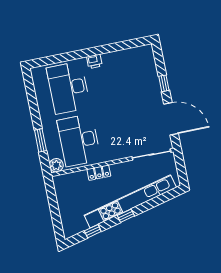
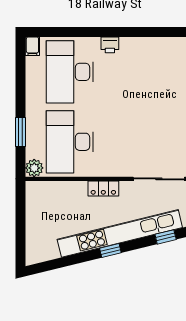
filing cabinet: (36, 74) -> (32, 46), added
locker: (99, 173) -> (103, 188), moved
window: (93, 231) -> (166, 237), moved

